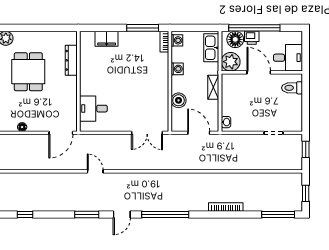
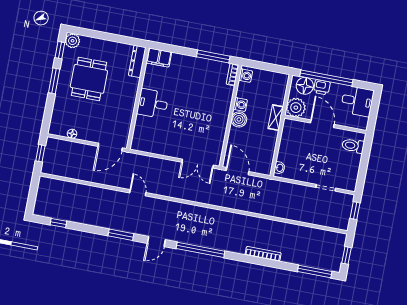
filing cabinet: (107, 39) -> (159, 58), moved
kitchen sink: (211, 48) -> (279, 90), removed
desk: (288, 58) -> (357, 101), moved
dresser: (71, 60) -> (137, 61), moved
shelving: (213, 87) -> (276, 118), moved
boiler: (179, 100) -> (239, 119), moved
desk: (93, 109) -> (153, 103), moved
door: (199, 133) -> (237, 171), moved

